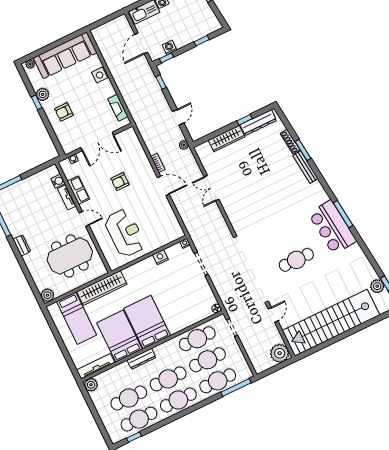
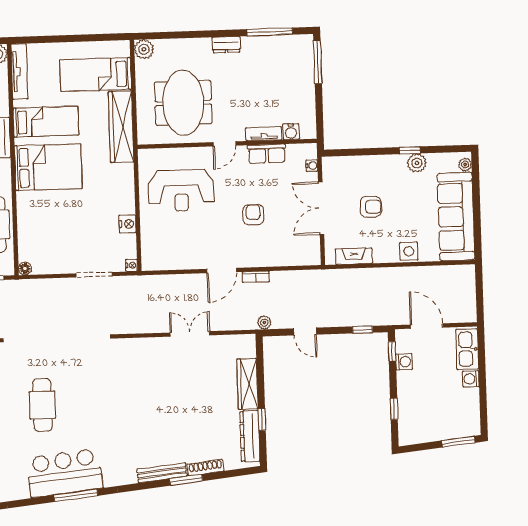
armchair: (64, 112) -> (371, 207), moved, turned 90
bed: (119, 336) -> (46, 122), width x0.67

